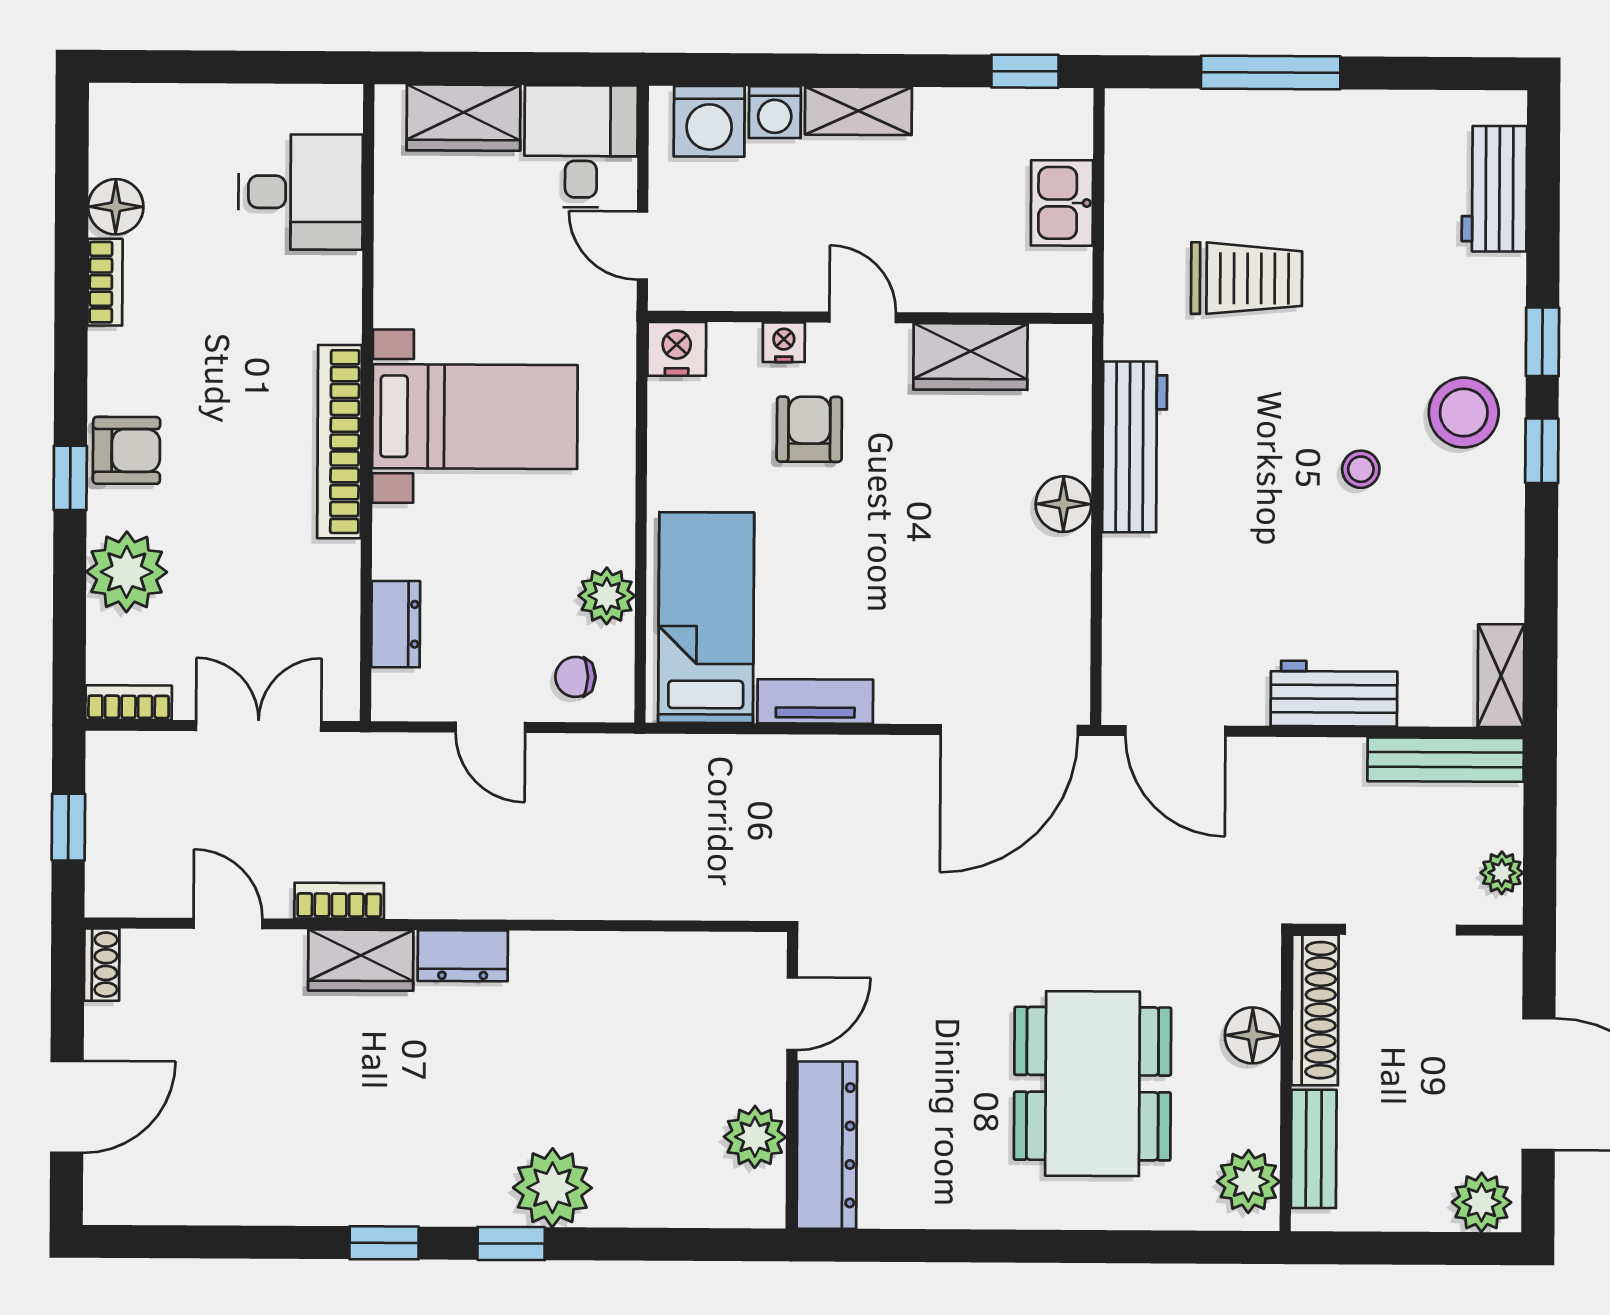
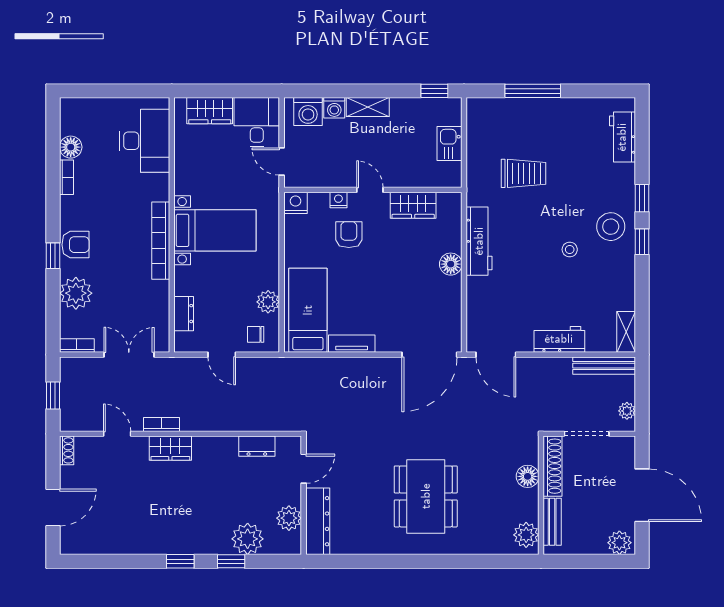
desk: (301, 192) -> (145, 141), width x1.37
dresser: (463, 956) -> (257, 446), moved
door: (792, 1014) -> (304, 469), moved
wall: (792, 1080) -> (304, 495), moved
dining table: (1093, 1084) -> (426, 496), moved
plant: (755, 1137) -> (289, 518), moved
dresser: (827, 1145) -> (318, 521), moved

